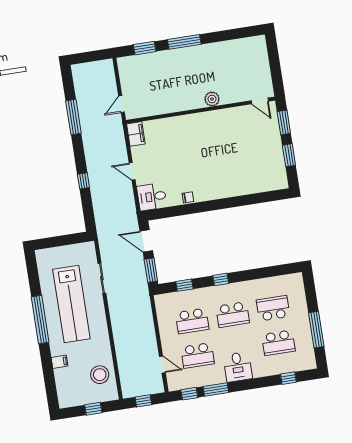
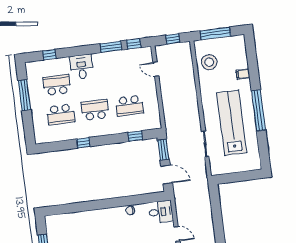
window: (83, 181) -> (218, 227), removed
window: (221, 279) -> (83, 143), moved
school desk: (192, 321) -> (130, 106), turned 180
school desk: (198, 355) -> (126, 76), removed
desk: (238, 367) -> (82, 67), moved
window: (93, 409) -> (215, 33), width x2.17

